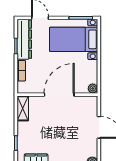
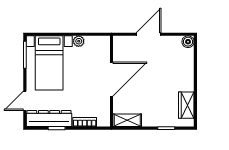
plant: (93, 88) -> (79, 41), moved
door: (59, 95) -> (112, 79), swing flipped

